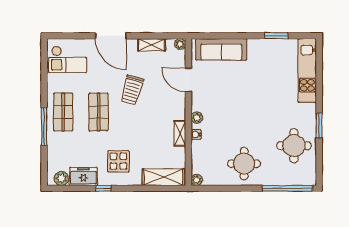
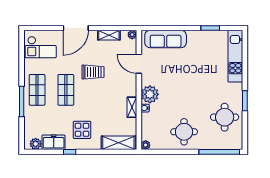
door: (111, 36) -> (76, 28), hinge flipped
trolley: (132, 90) -> (93, 72), turned -106
plant: (197, 118) -> (150, 94), width x1.88, depth x1.88

